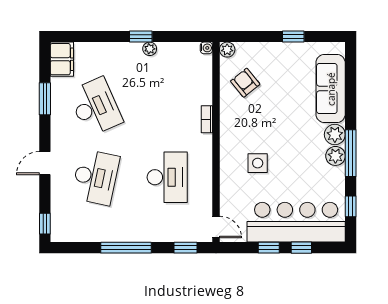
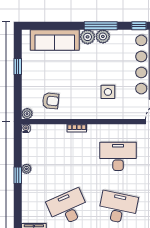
armchair: (245, 83) -> (51, 101), turned -135

